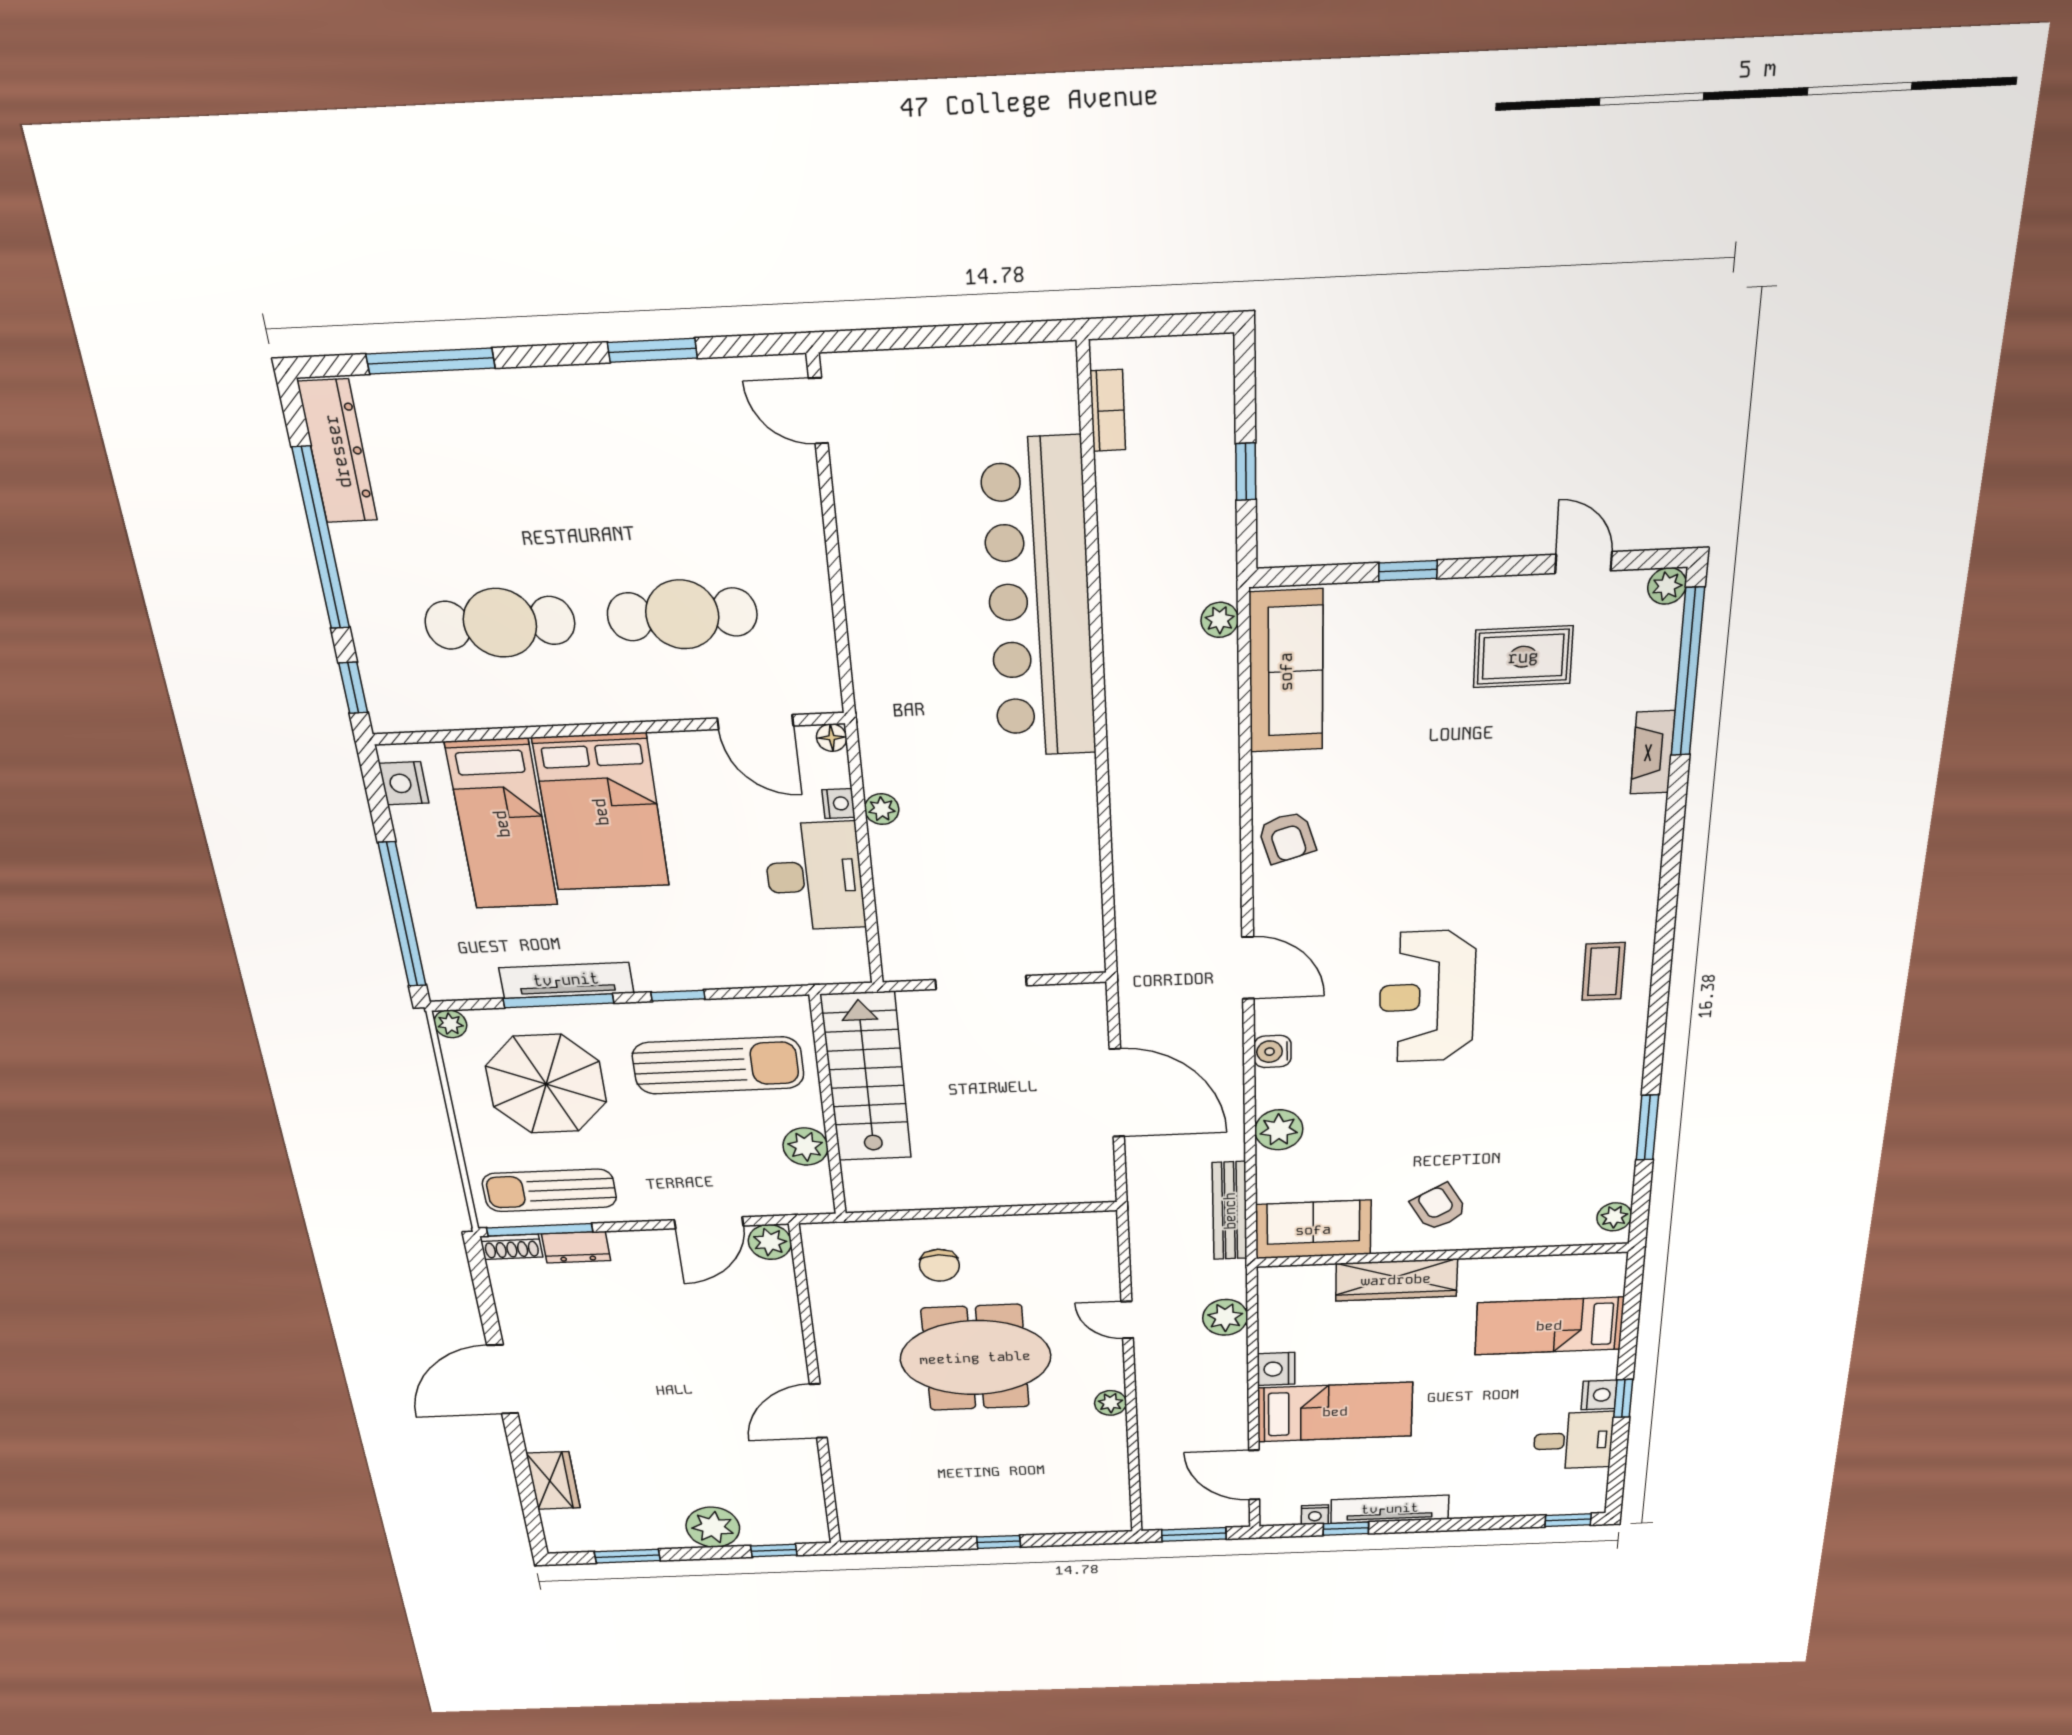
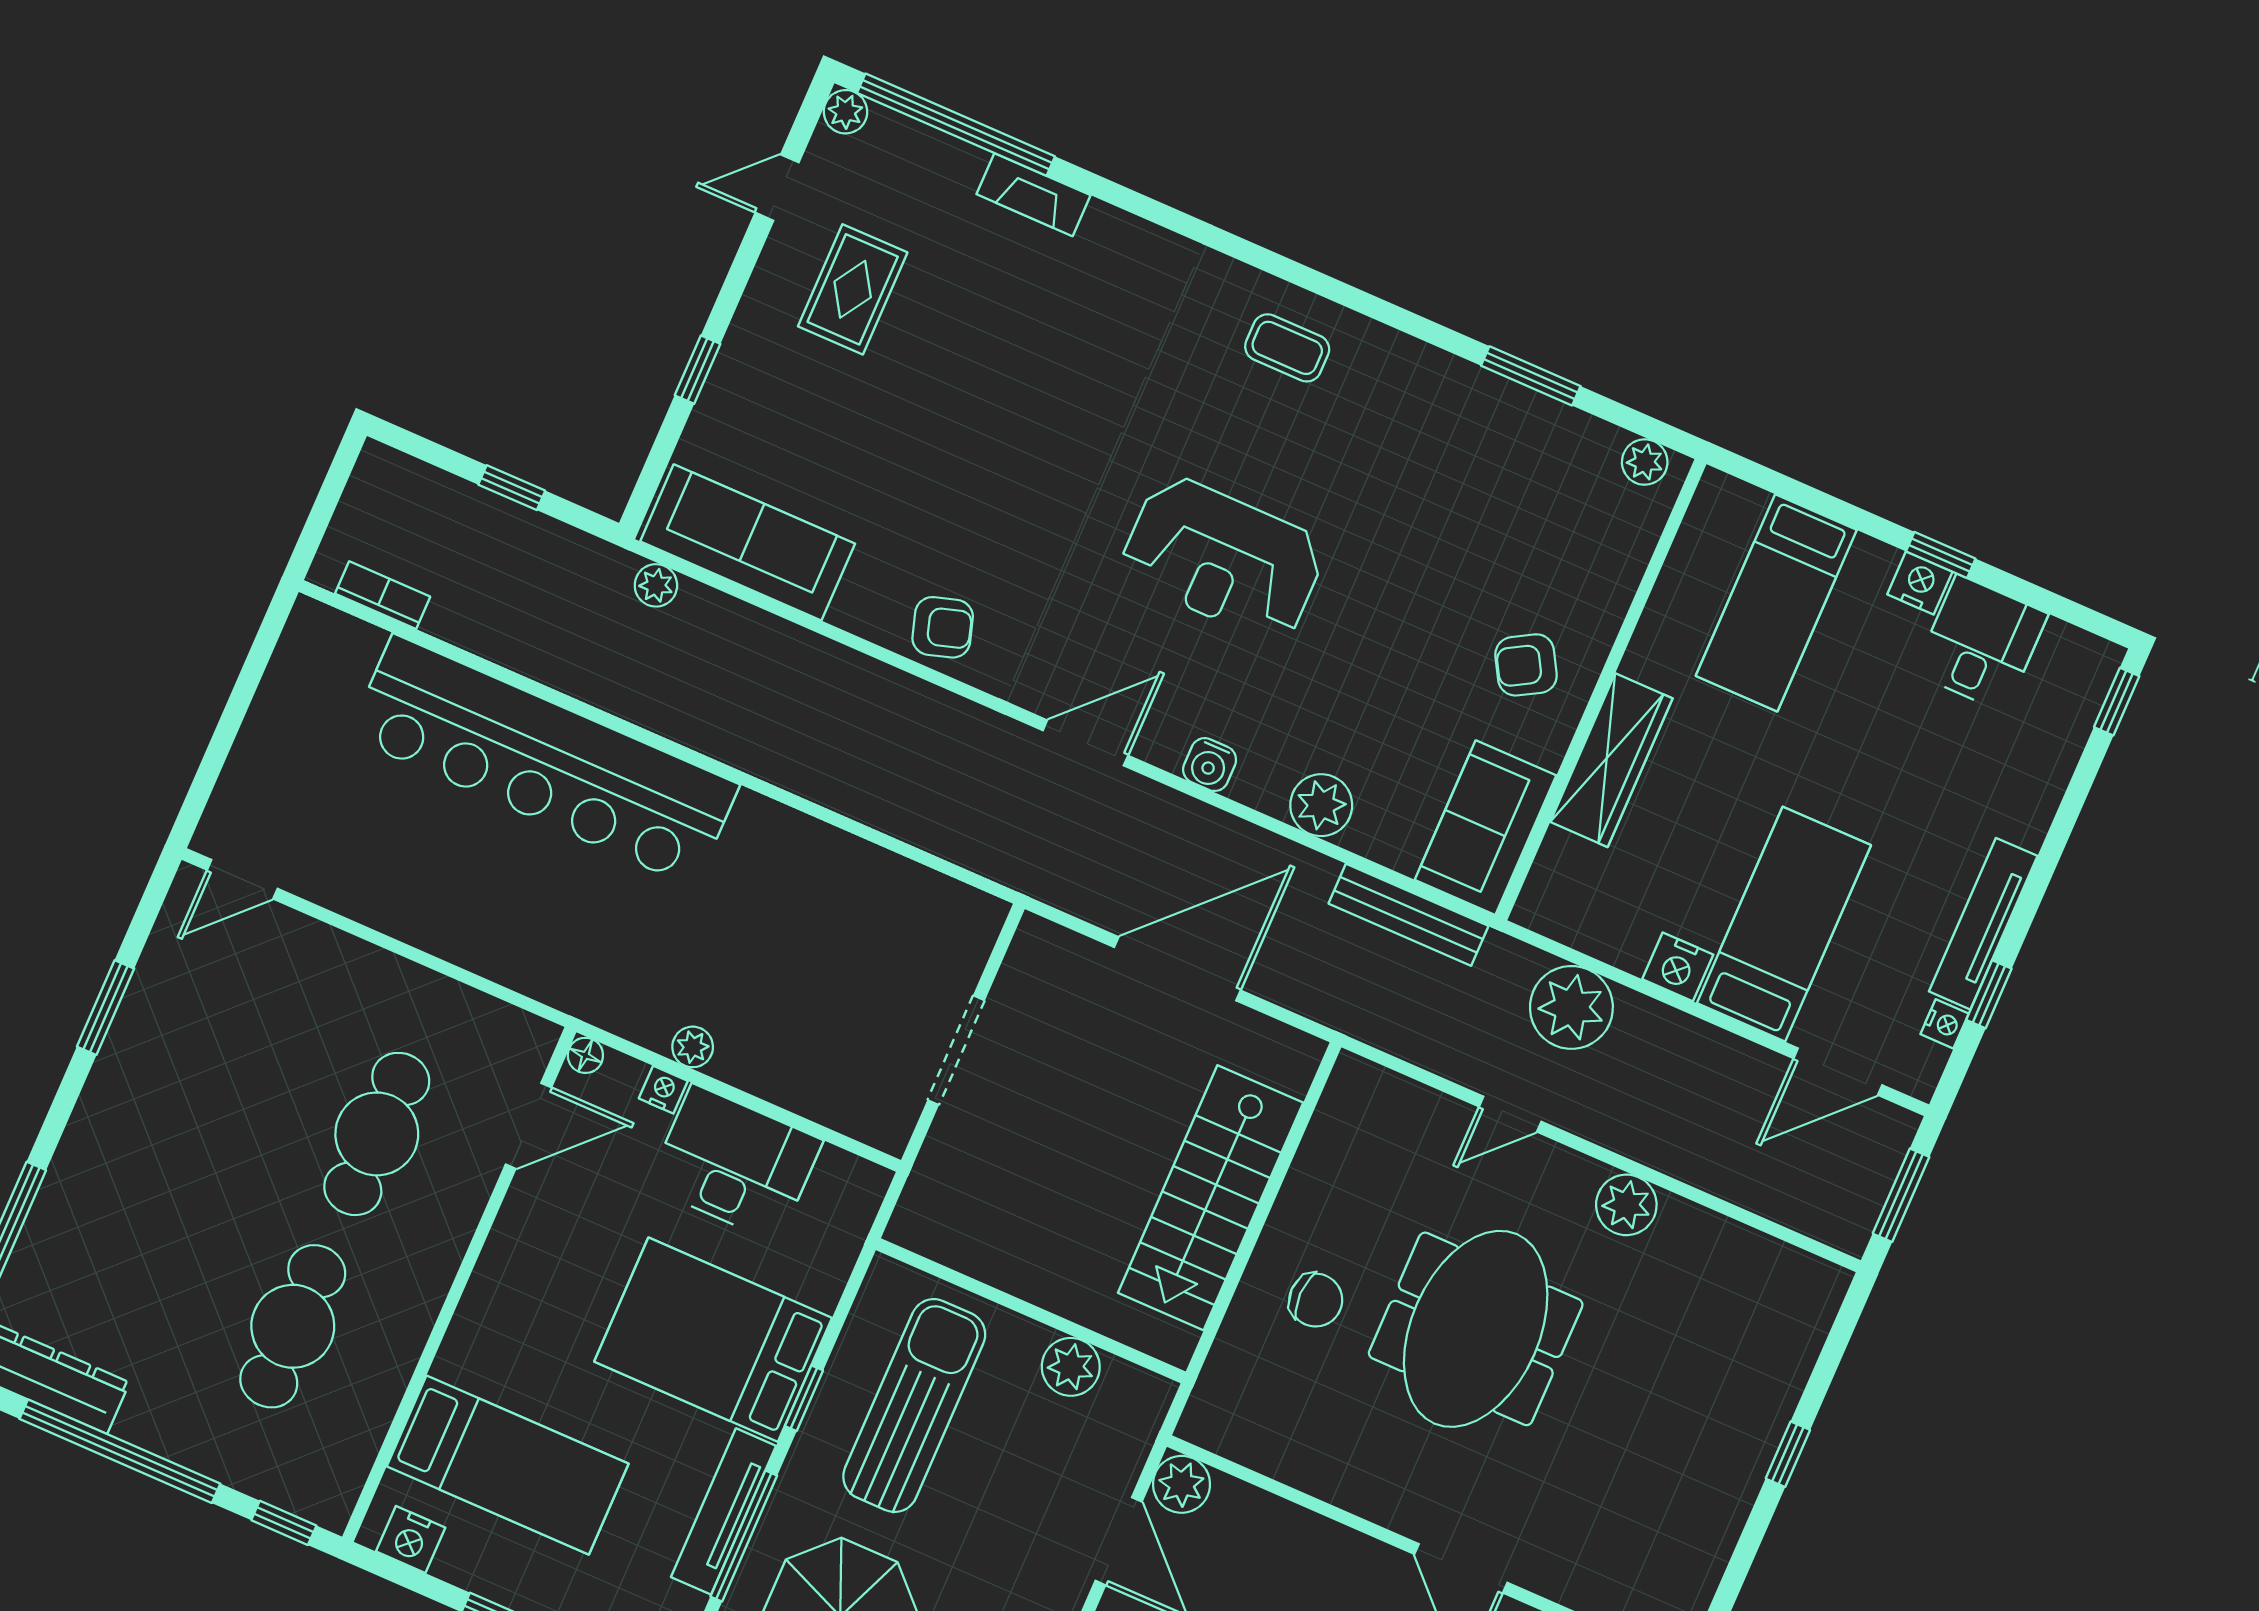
bed: (601, 812) -> (713, 1340), moved, turned 180
stairs: (866, 1077) -> (1211, 1198), moved, turned -90
plant: (1225, 1317) -> (1571, 1007), width x1.36, depth x1.36
plant: (1111, 1403) -> (1626, 1205), width x1.38, depth x1.38

